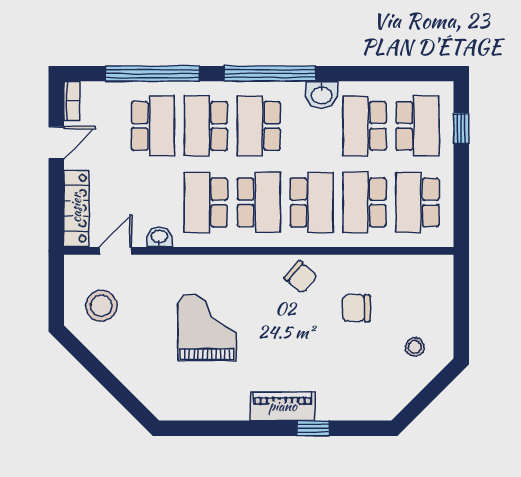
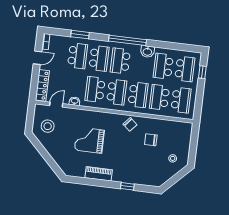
window: (152, 74) -> (80, 35), width x0.47
school desk: (206, 126) -> (99, 58), turned 180
school desk: (417, 202) -> (181, 100), turned 180
grand piano: (207, 327) -> (89, 140), turned -90
piano: (283, 406) -> (99, 174), moved

